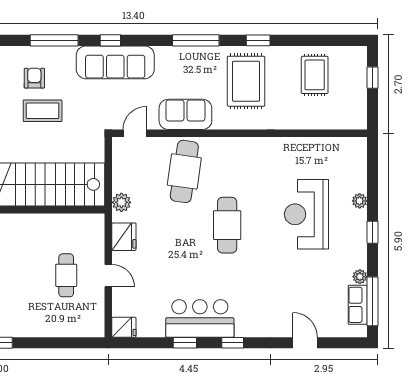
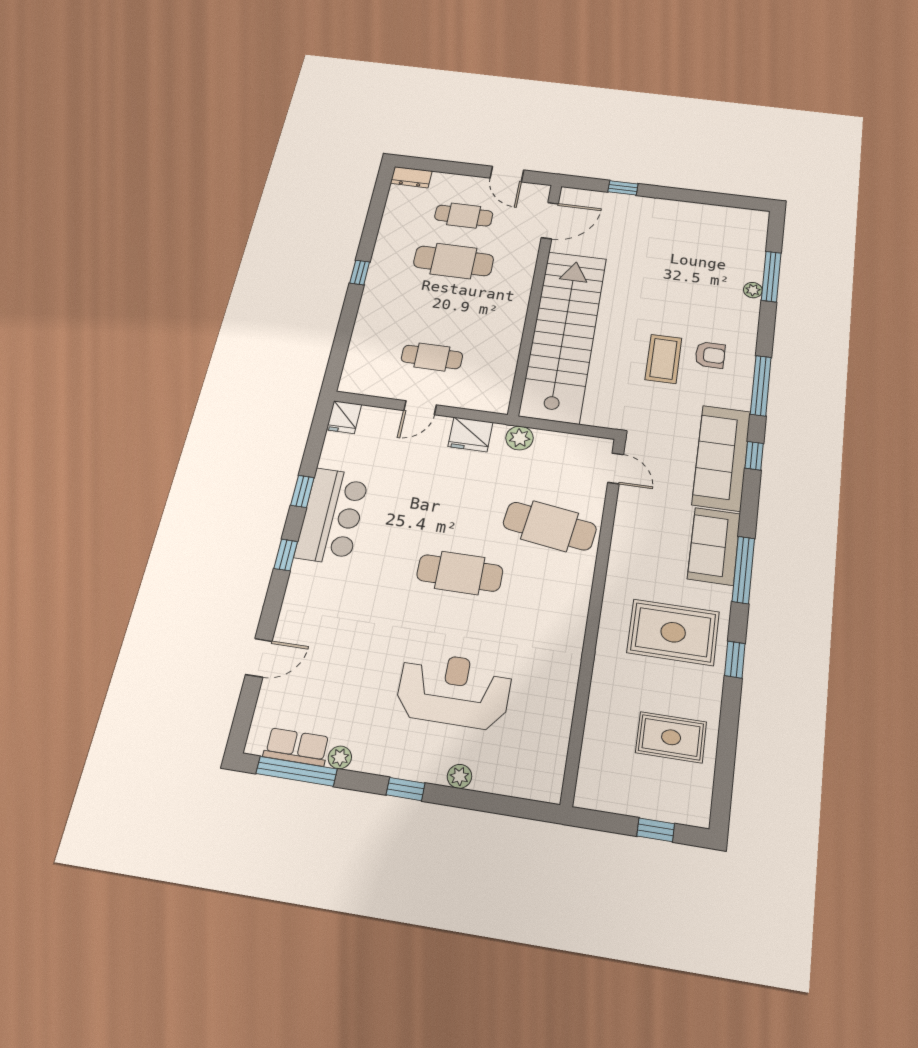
sofa: (185, 114) -> (714, 546), moved, turned 180

